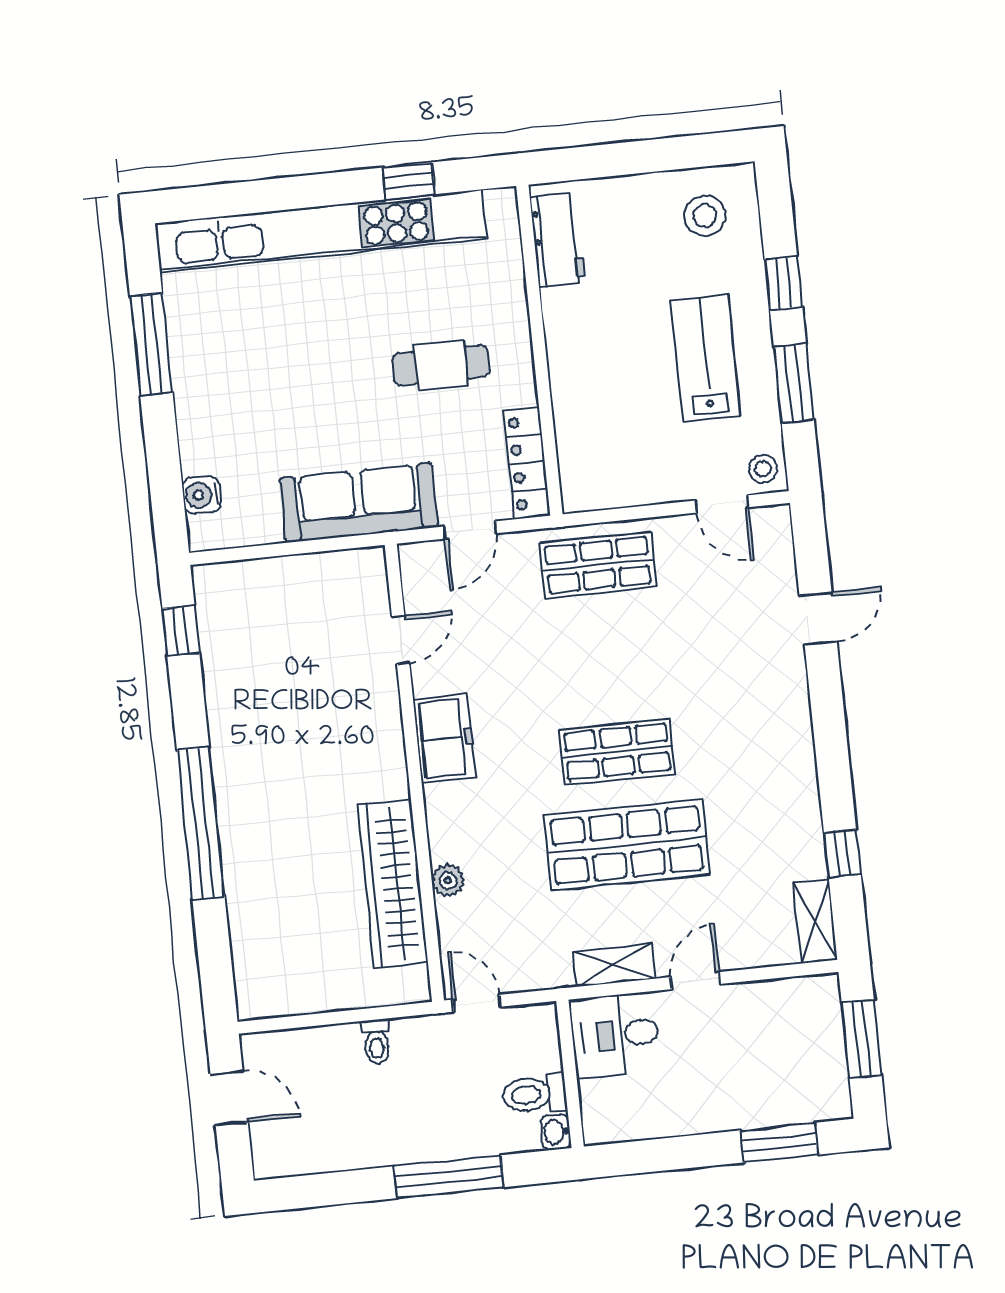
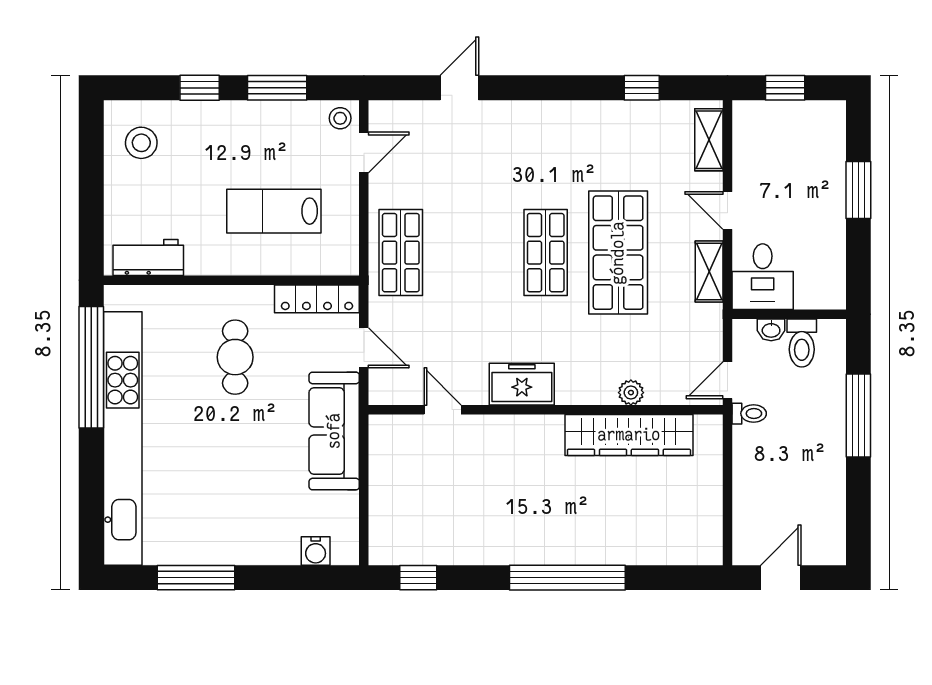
window: (409, 181) -> (91, 367), width x3.17
lab bench: (706, 358) -> (274, 211), moved
door: (818, 619) -> (459, 88), hinge flipped
shelving: (815, 922) -> (709, 140), moved, turned 90
window: (862, 1039) -> (785, 88), width x0.67
toilet: (376, 1042) -> (749, 414), moved
washbasin: (556, 1132) -> (771, 330), moved
window: (779, 1143) -> (858, 190), moved

